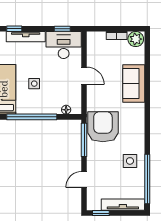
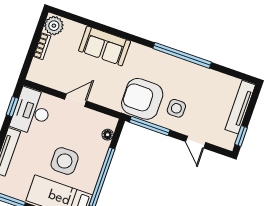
side table: (34, 84) -> (65, 161), width x1.87, depth x1.87
side table: (130, 161) -> (176, 108), moved
window: (147, 179) -> (182, 55), moved

